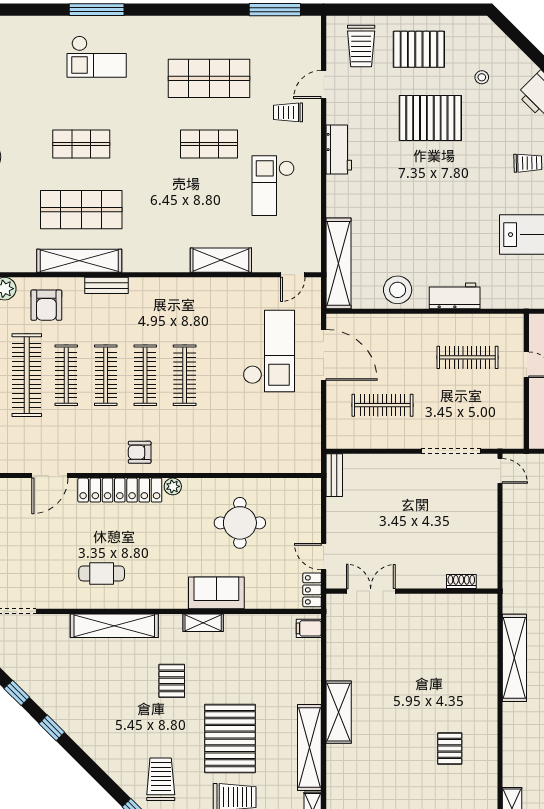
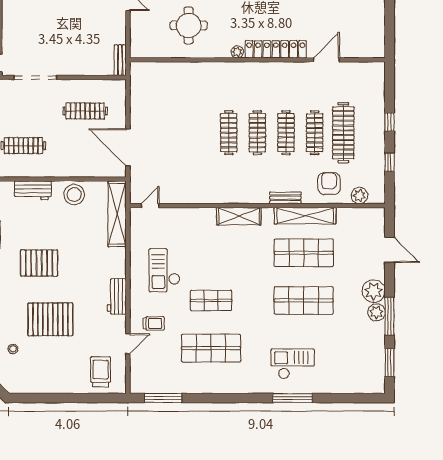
pallet: (419, 49) -> (39, 263), moved
shop shelf: (81, 144) -> (304, 300), width x1.43, depth x1.36
checkout: (273, 186) -> (164, 270), turned 180
shelving: (221, 260) -> (239, 216), moved
checkout: (269, 351) -> (168, 150), removed
armchair: (140, 452) -> (261, 77), removed

